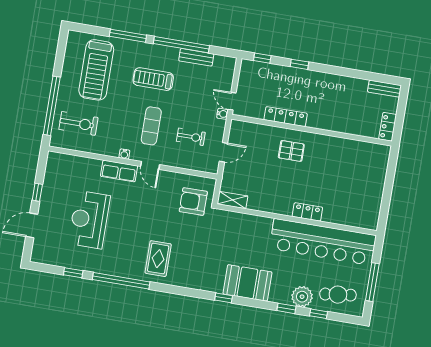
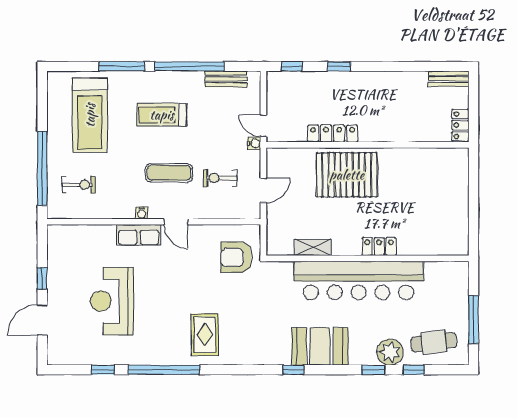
bench: (196, 57) -> (226, 79), moved
exercise bike: (78, 123) -> (79, 185), width x0.73, depth x0.72
exercise mat: (151, 126) -> (169, 173), turned 90
exercise bike: (191, 137) -> (220, 178), turned 180
pallet: (291, 151) -> (347, 175), width x2.05, depth x2.00
shelving: (232, 200) -> (313, 247), moved
bar counter: (323, 242) -> (359, 280), moved

